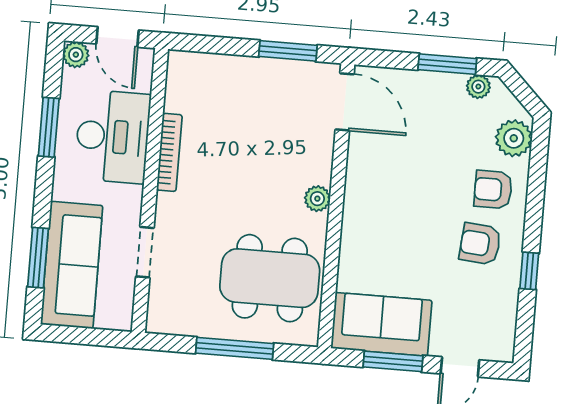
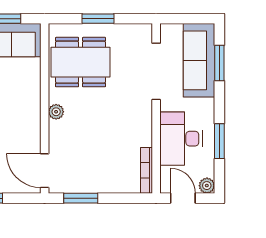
bookcase: (169, 152) -> (146, 170), moved
doorway: (145, 252) -> (156, 71), width x1.87
window: (235, 348) -> (98, 19), width x0.69

